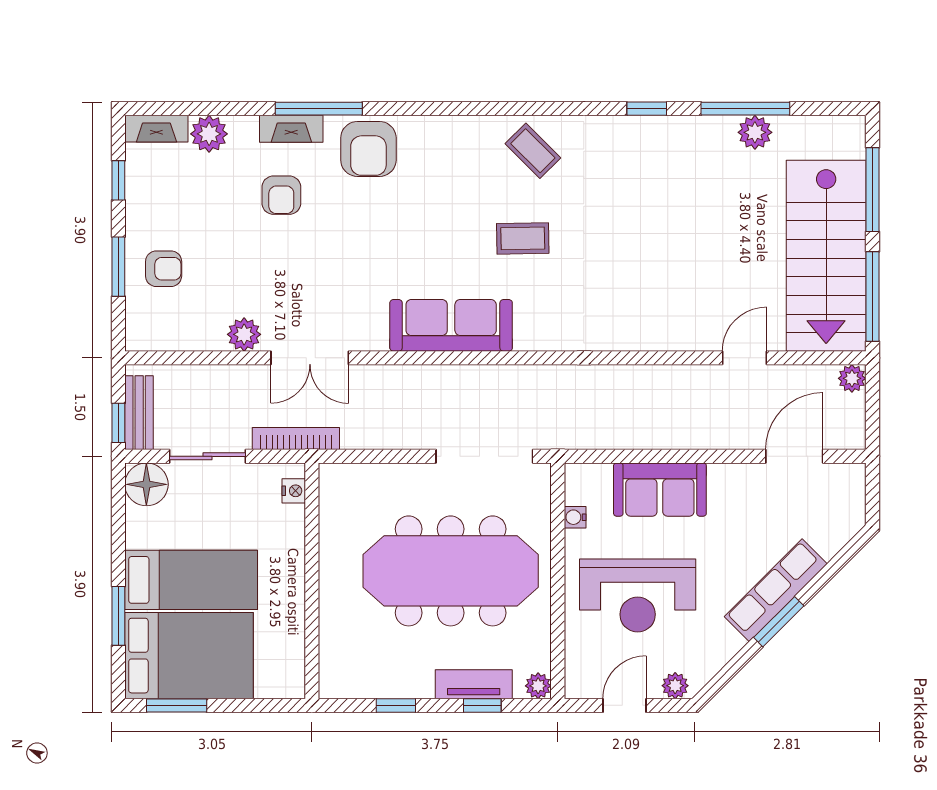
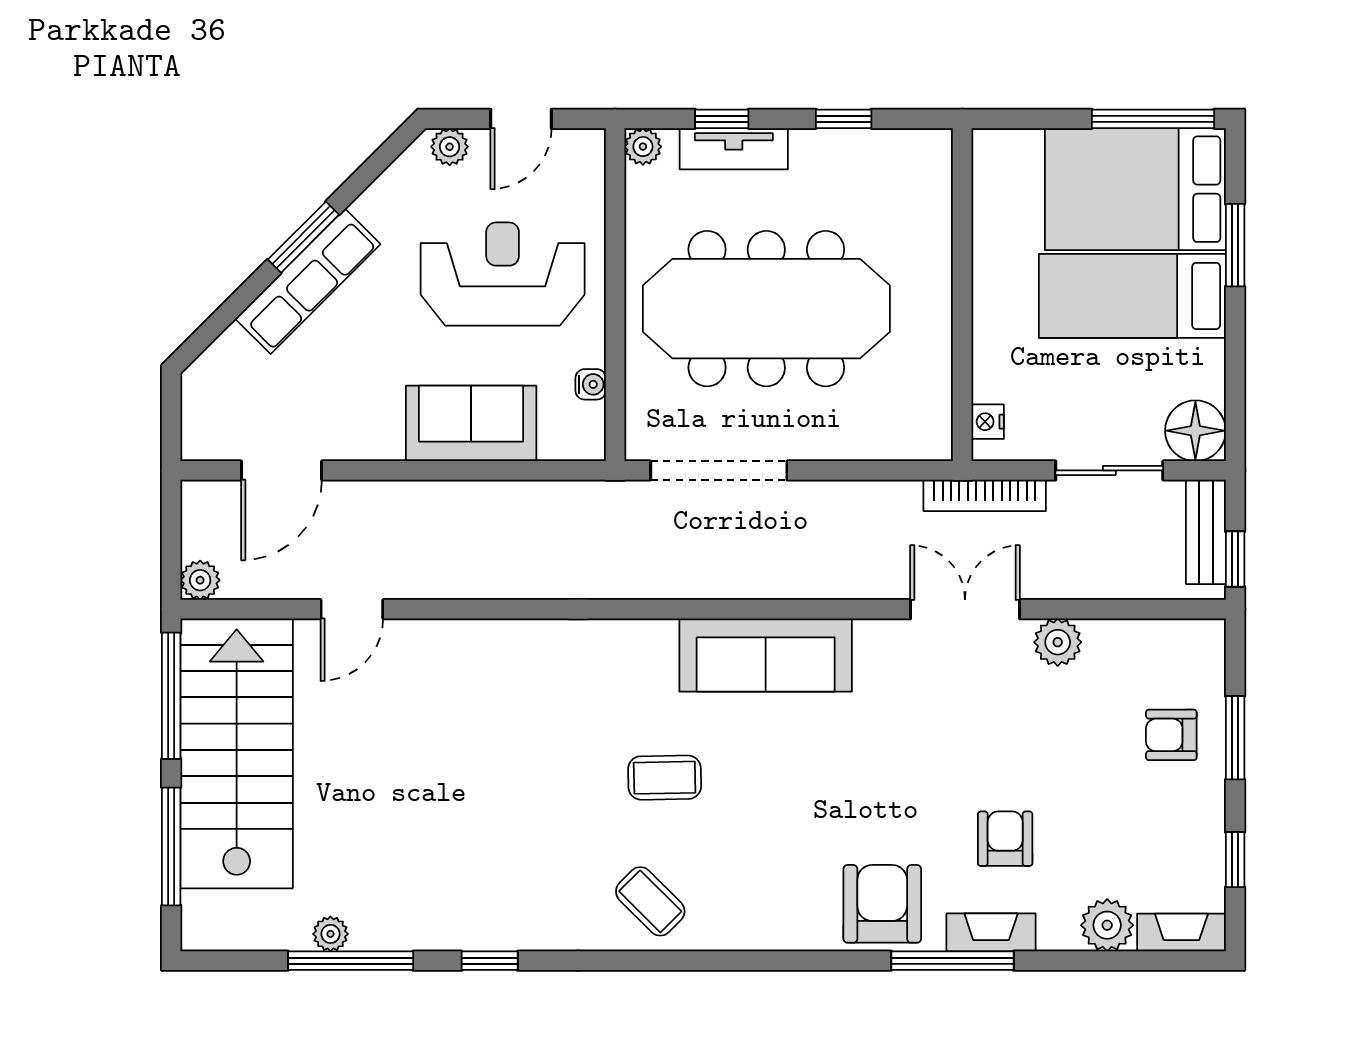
plant: (755, 132) -> (330, 934), width x0.73, depth x0.73
window: (118, 423) -> (1235, 559), moved
window: (177, 705) -> (1153, 119), width x1.44

